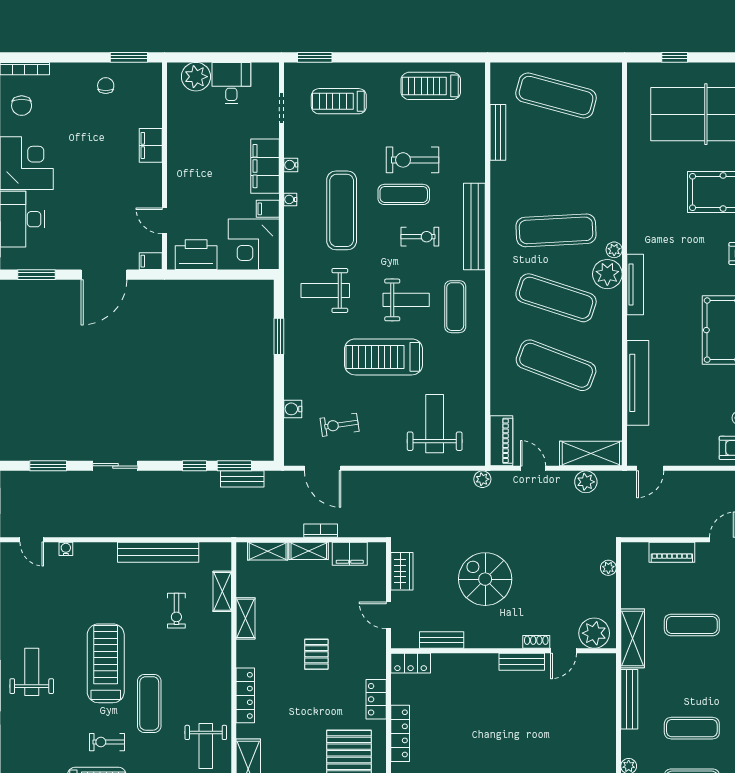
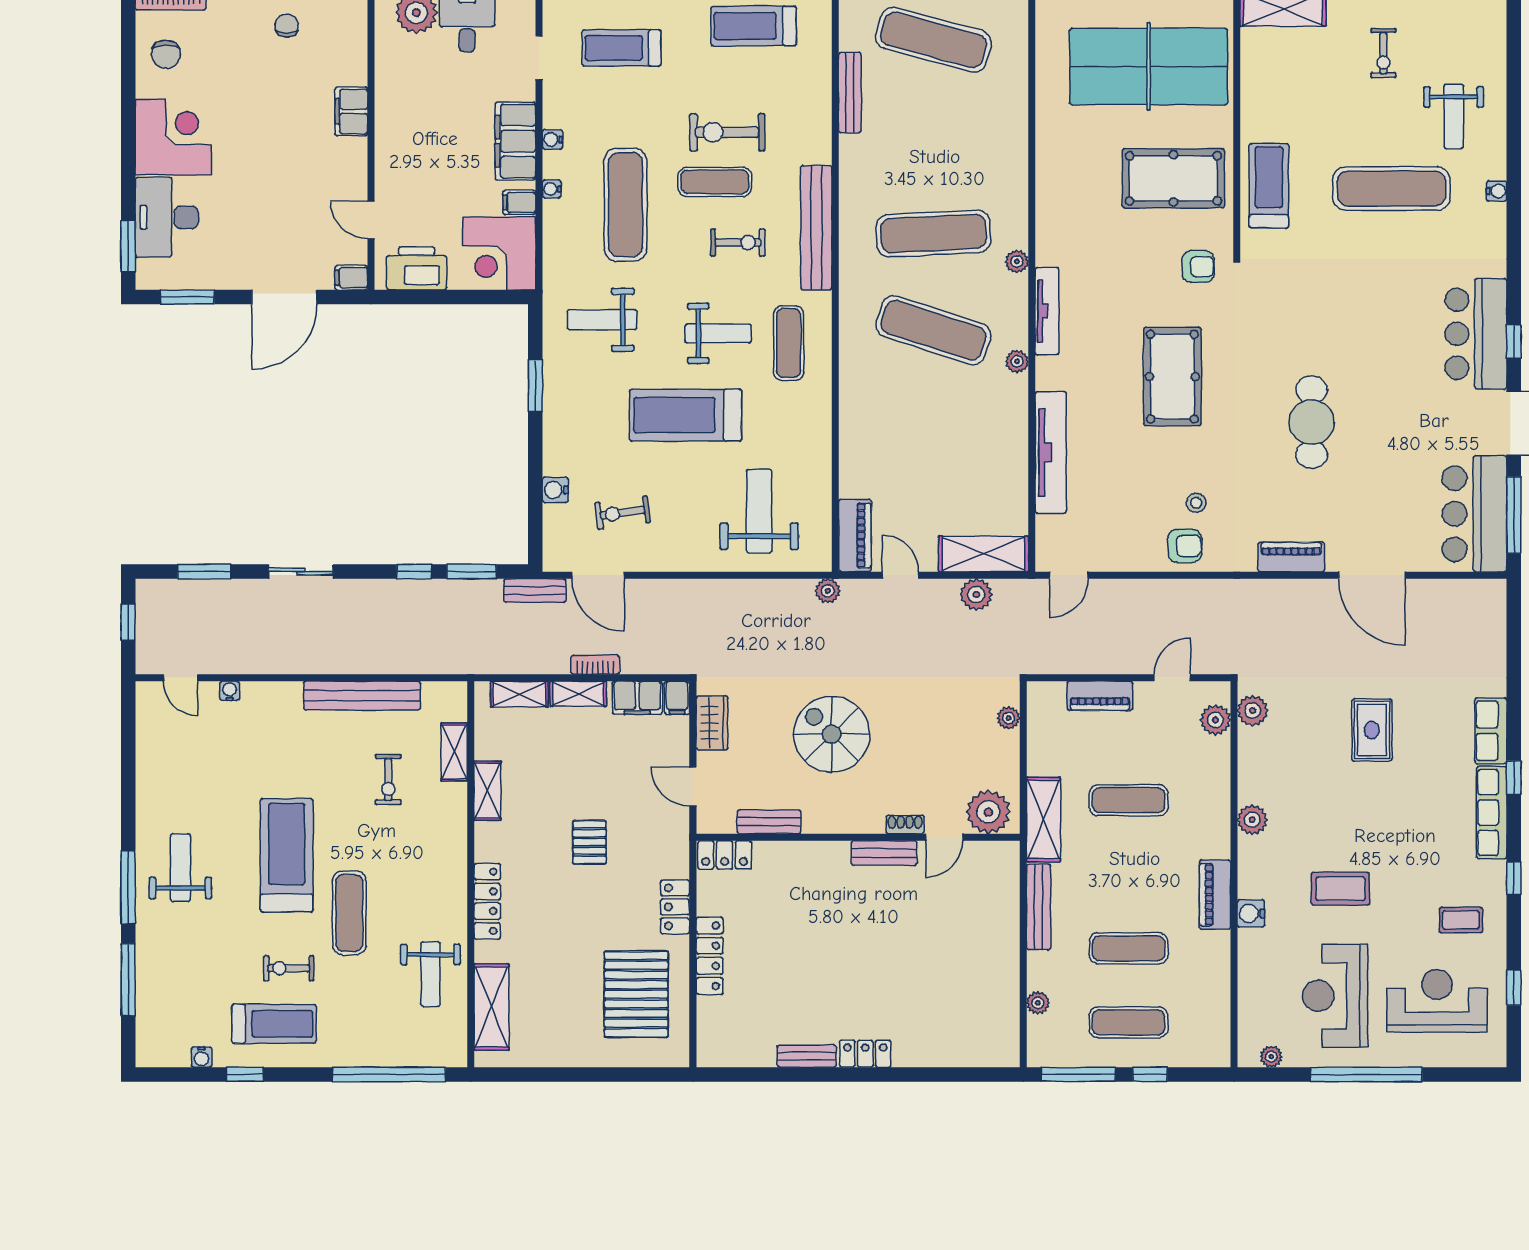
plant: (607, 274) -> (1017, 361), moved, width x0.53, depth x0.53
exercise mat: (556, 365) -> (933, 427), removed
bench: (242, 479) -> (535, 590), moved
filing cabinet: (377, 554) -> (677, 698), added

